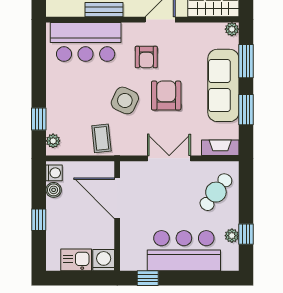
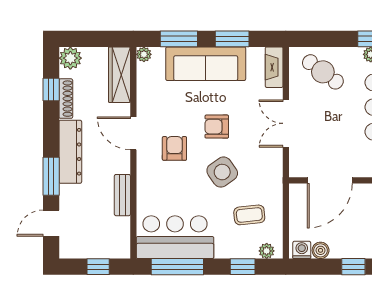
bar counter: (86, 42) -> (175, 237), moved, turned -90
armchair: (146, 57) -> (174, 148), turned -90
window: (39, 60) -> (177, 267), added
armchair: (166, 96) -> (217, 127), width x0.72, depth x0.72
side table: (125, 100) -> (222, 172), turned 30
coffee table: (101, 138) -> (249, 215), moved

